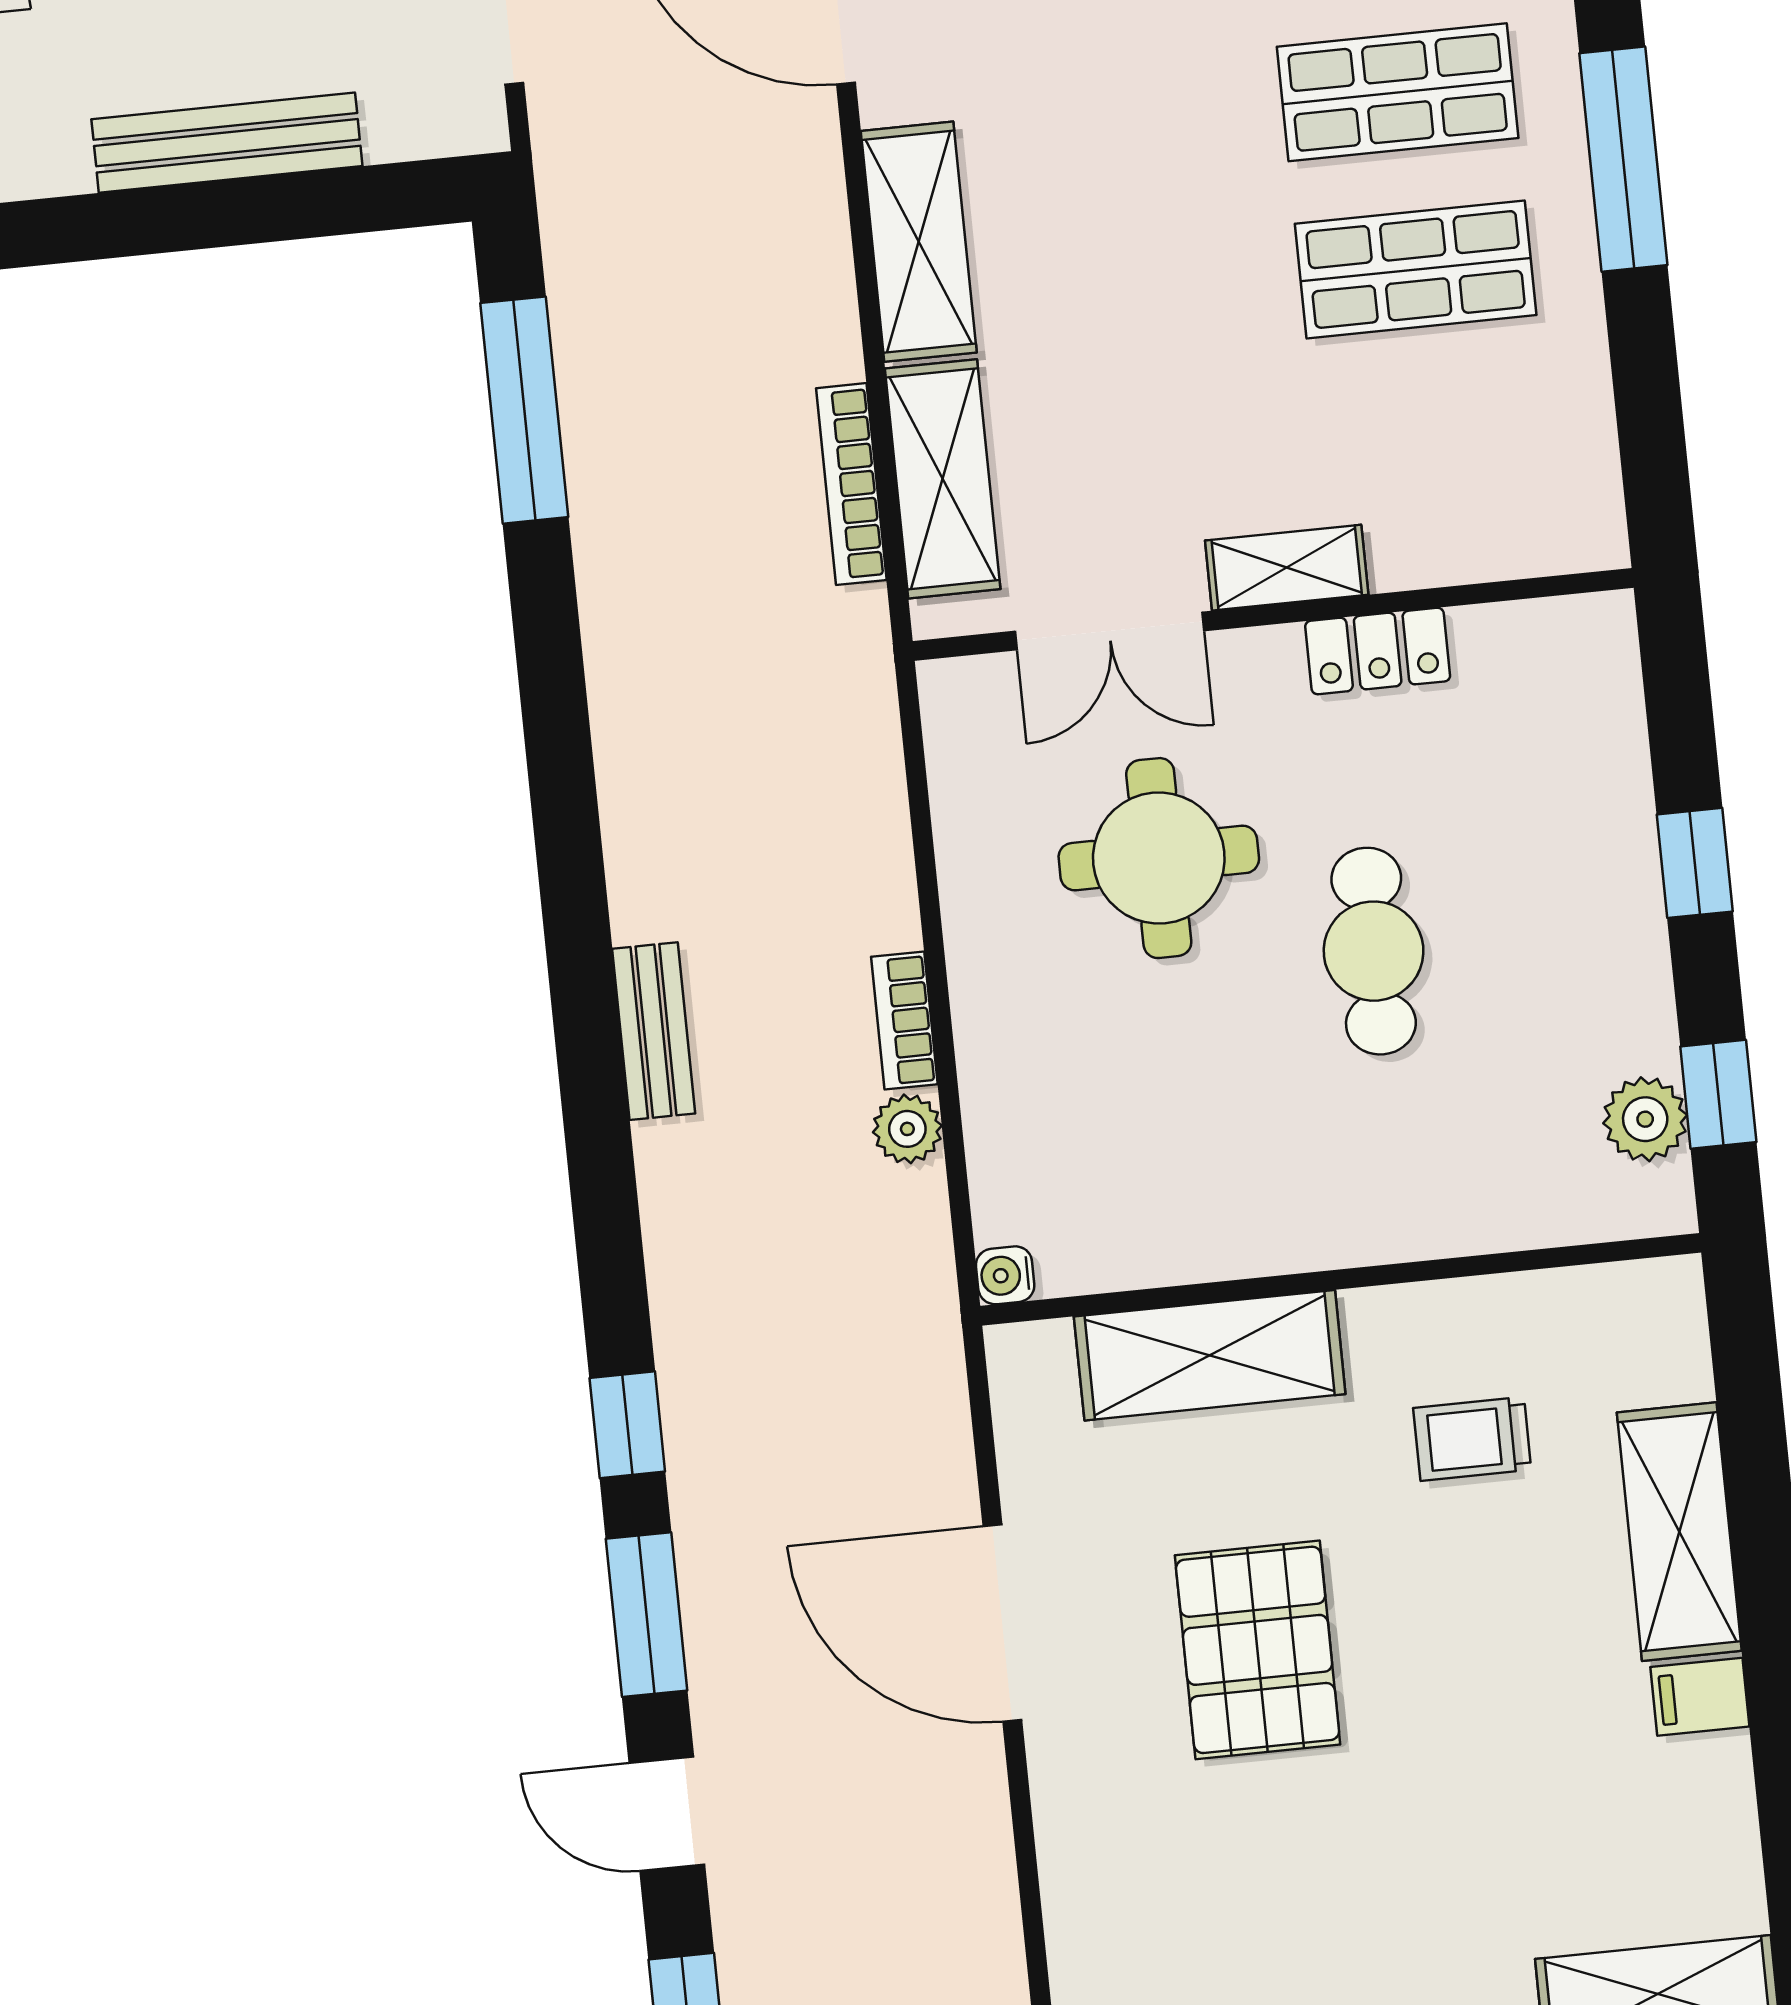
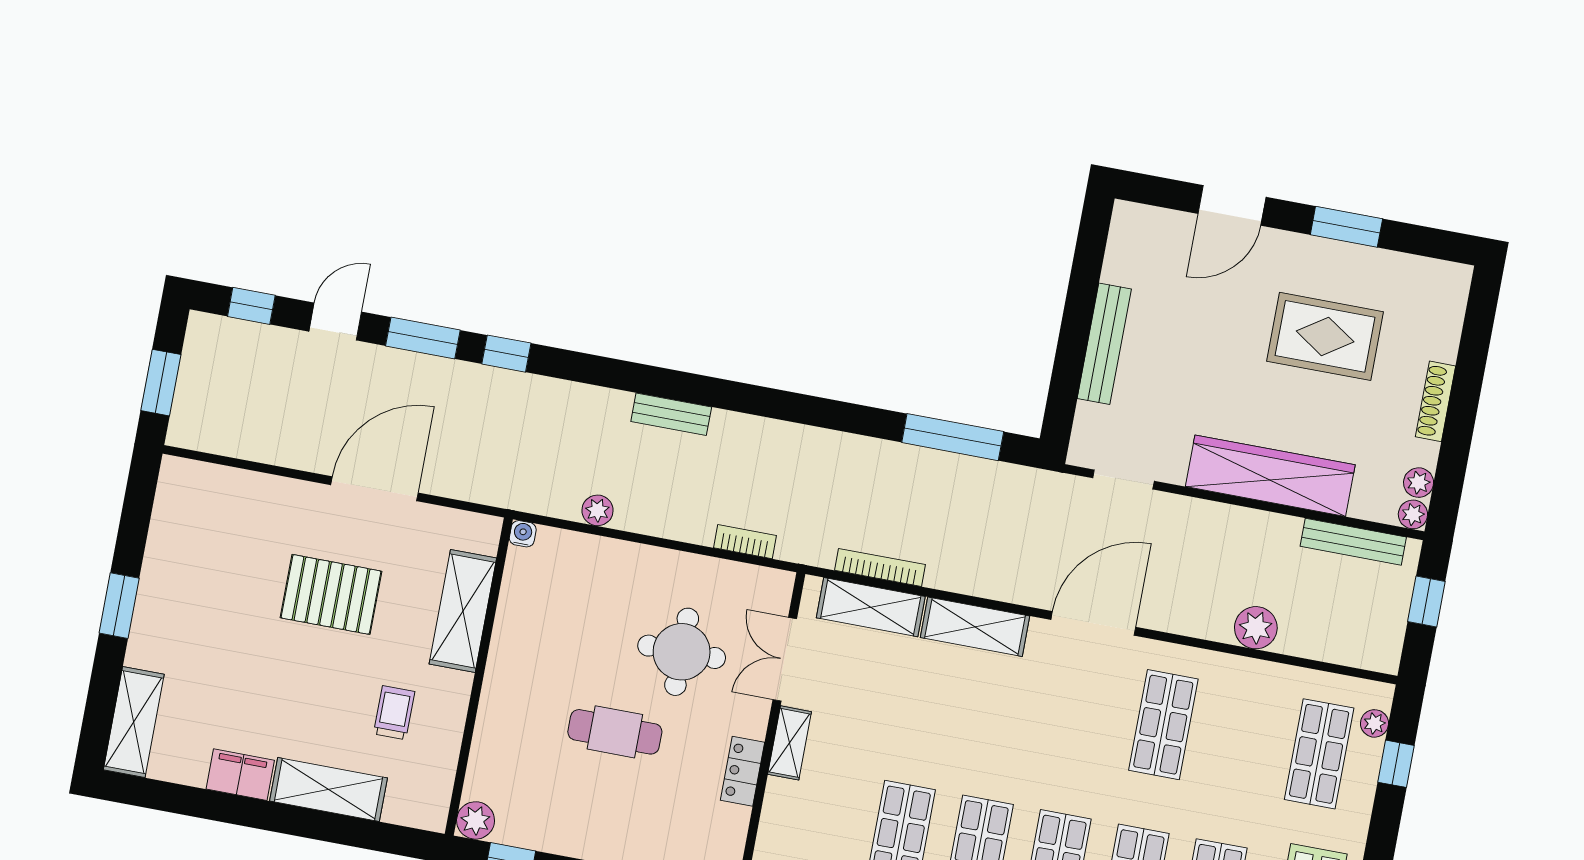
bookcase: (904, 1021) -> (745, 542), moved
plant: (1645, 1119) -> (476, 820), moved
filing cabinet: (1700, 1697) -> (240, 775), width x2.00

